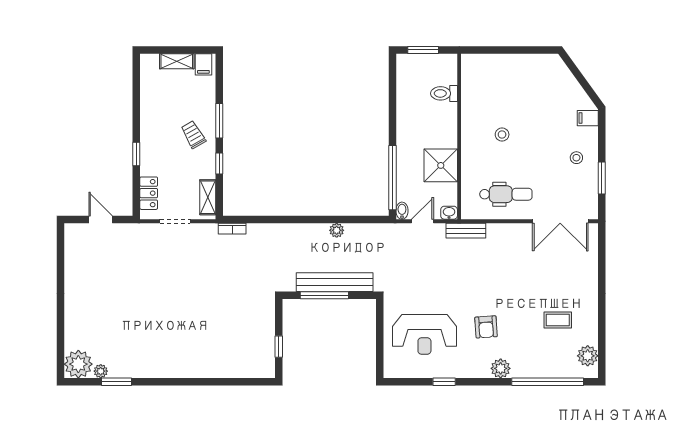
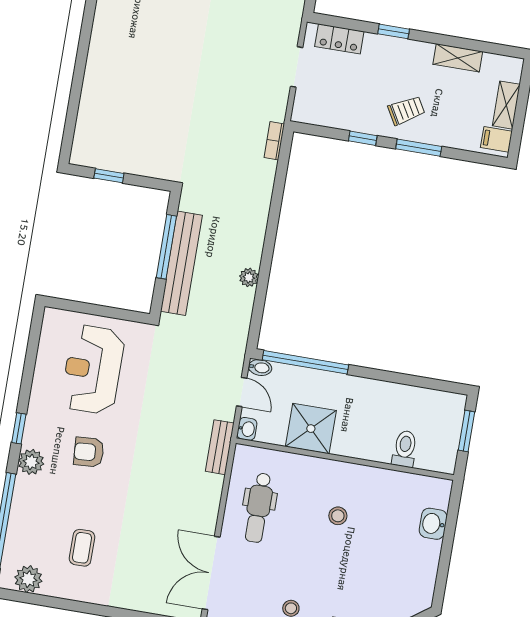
washbasin: (496, 63) -> (433, 524), added
shelving: (208, 197) -> (458, 58), moved
window: (444, 382) -> (19, 428), moved

